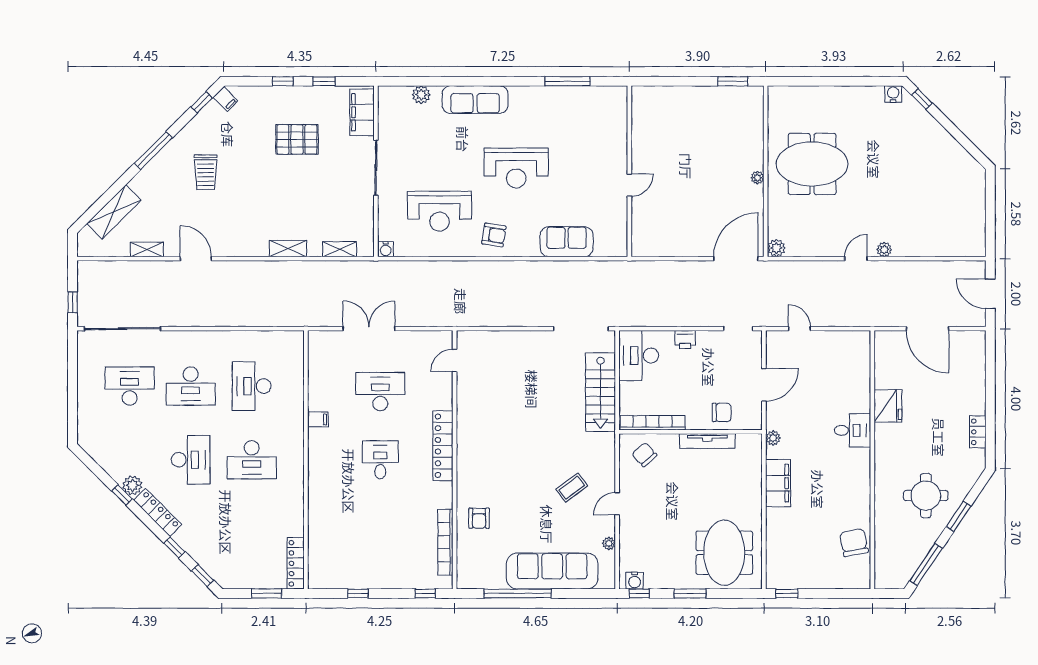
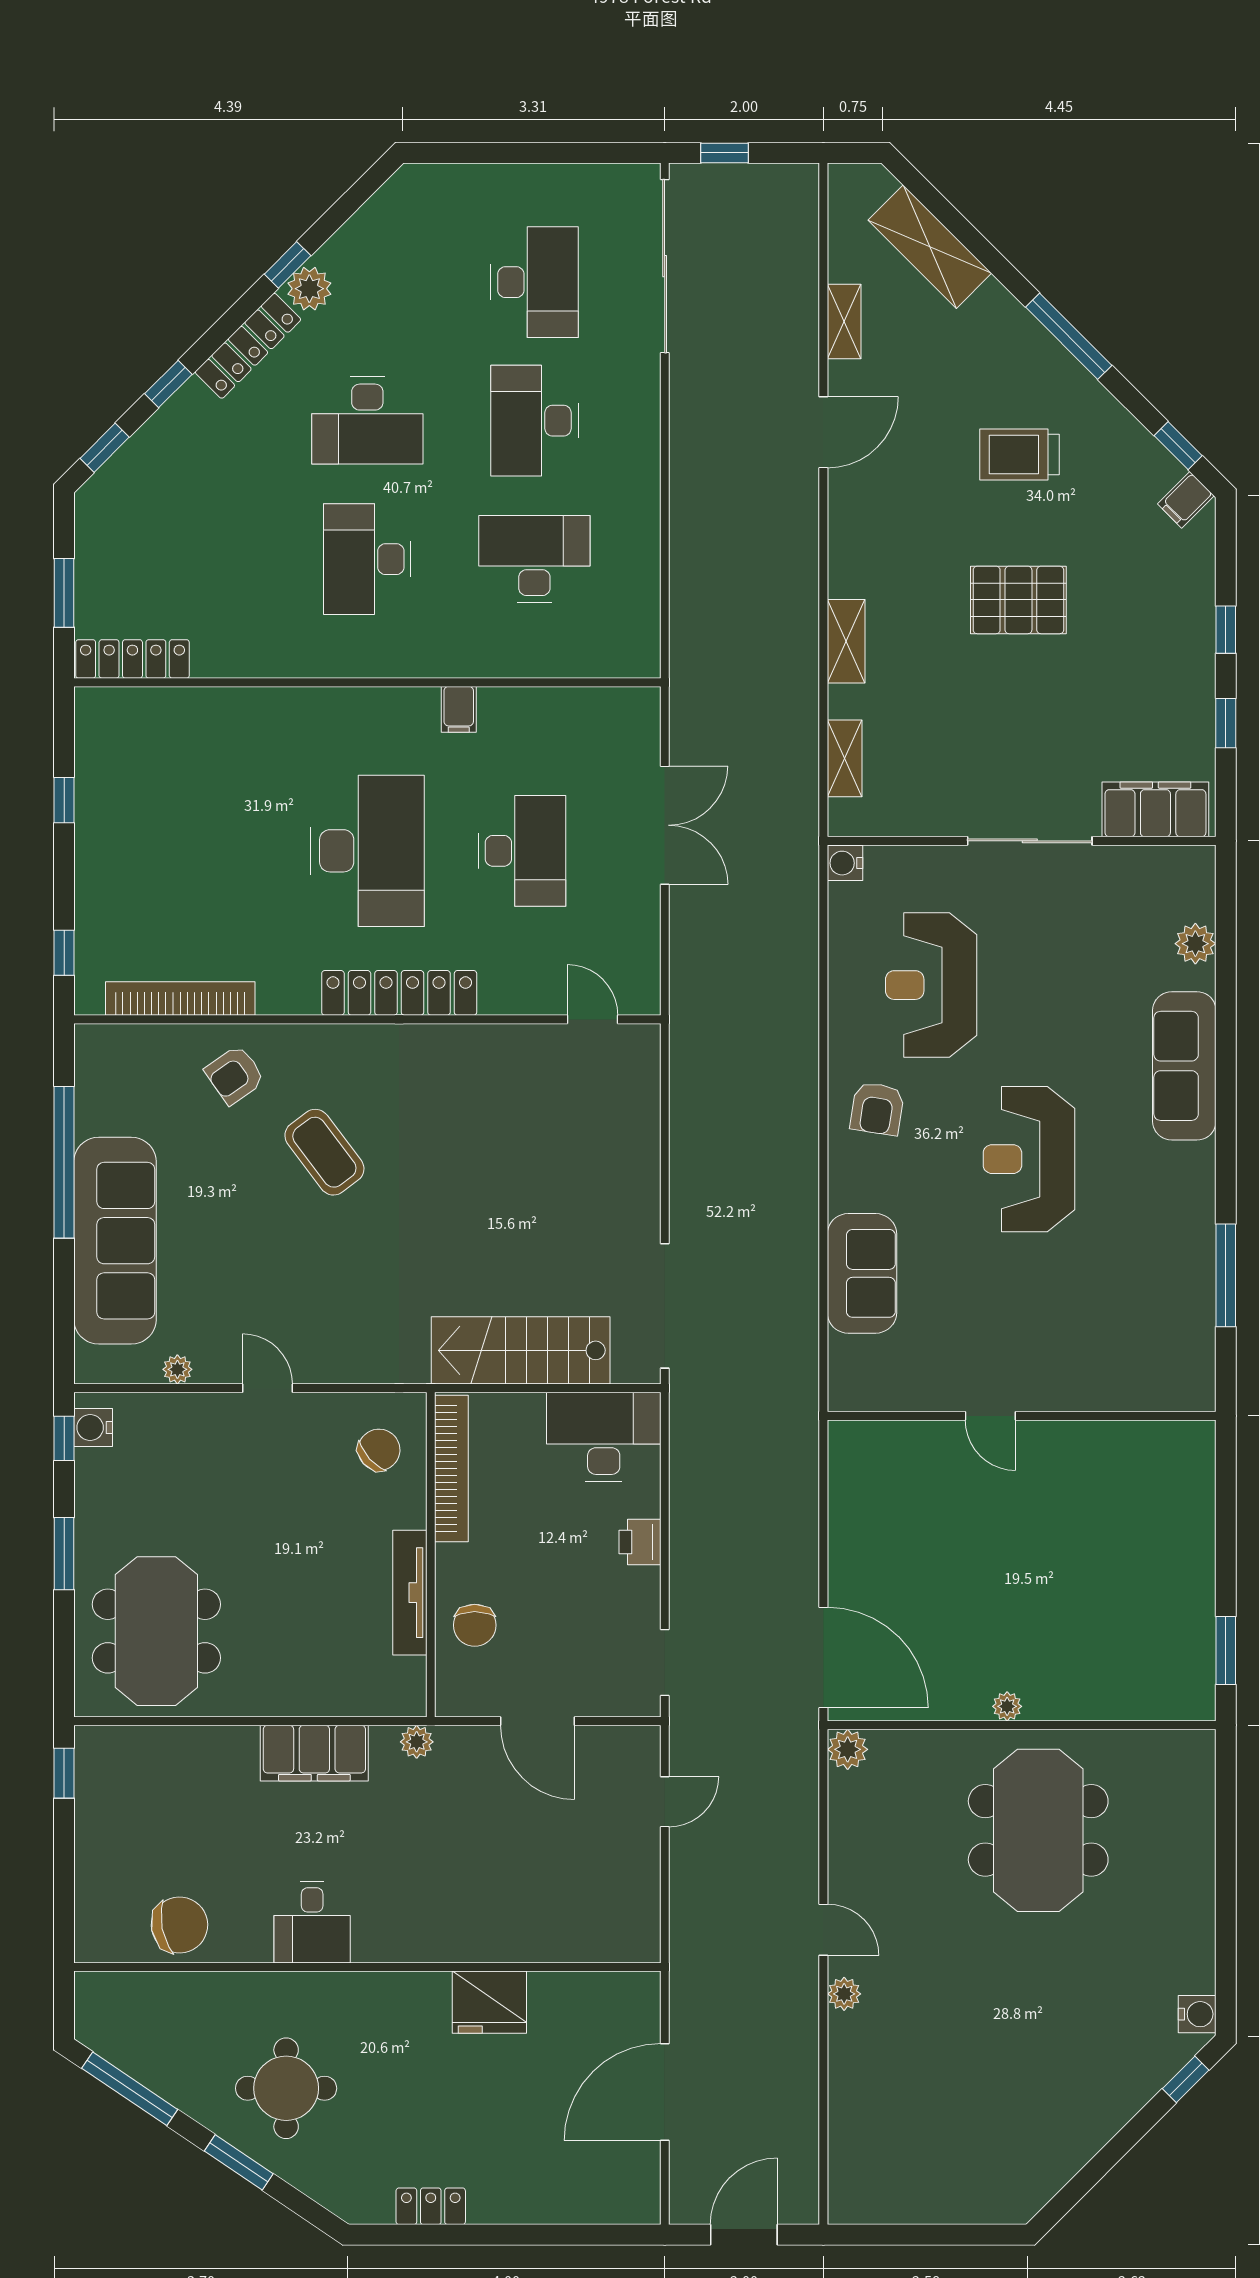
pallet: (297, 139) -> (1018, 600), moved, turned 90
desk: (853, 430) -> (312, 1922), moved
desk: (380, 460) -> (367, 851), width x1.87, depth x1.30
coffee table: (572, 488) -> (324, 1152), moved, width x1.36, depth x1.30
armchair: (479, 518) -> (235, 1075), turned -35
meeting table: (724, 553) -> (156, 1631), turned 90

